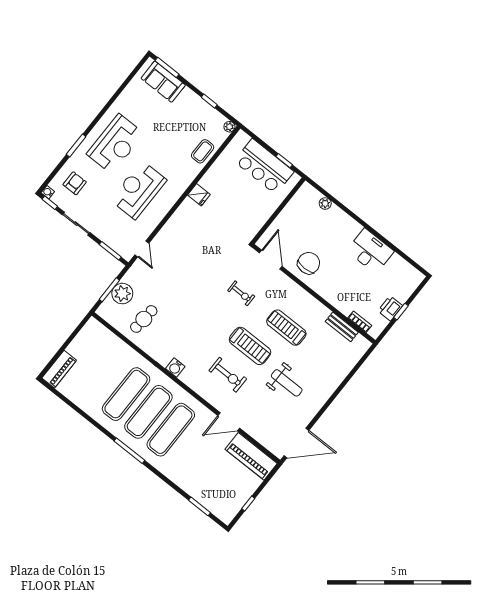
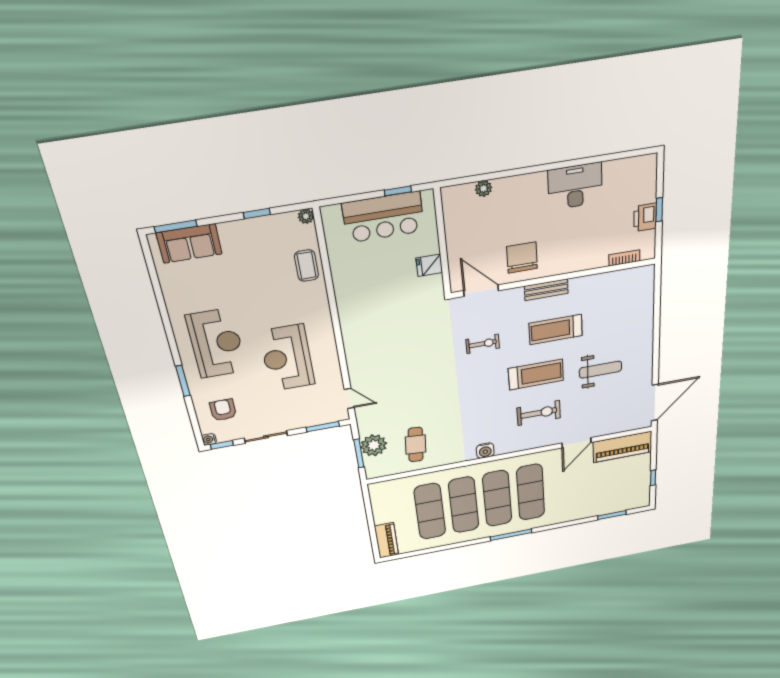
fridge: (199, 195) -> (429, 265), moved, turned 180
bench: (342, 327) -> (546, 290), moved
exercise mat: (104, 376) -> (430, 511), added

